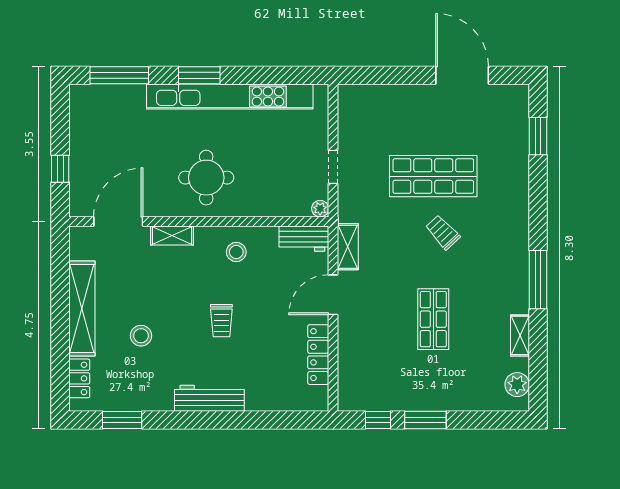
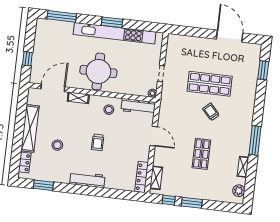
window: (199, 75) -> (112, 22), moved
round table: (206, 178) -> (98, 71), width x1.36, depth x1.36
workbench: (304, 239) -> (138, 106), width x1.38
shelving: (348, 247) -> (156, 178), moved
door: (333, 295) -> (154, 136), swing flipped
locker: (318, 355) -> (142, 177), moved

